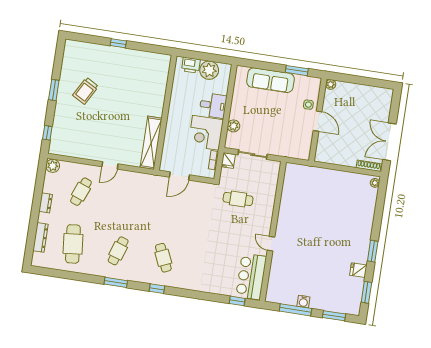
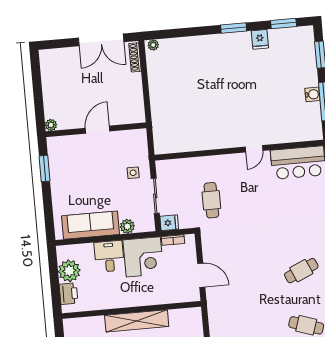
sofa: (270, 80) -> (91, 225), moved, turned -90
side table: (308, 105) -> (133, 173), moved
shelving: (151, 143) -> (137, 321), moved

